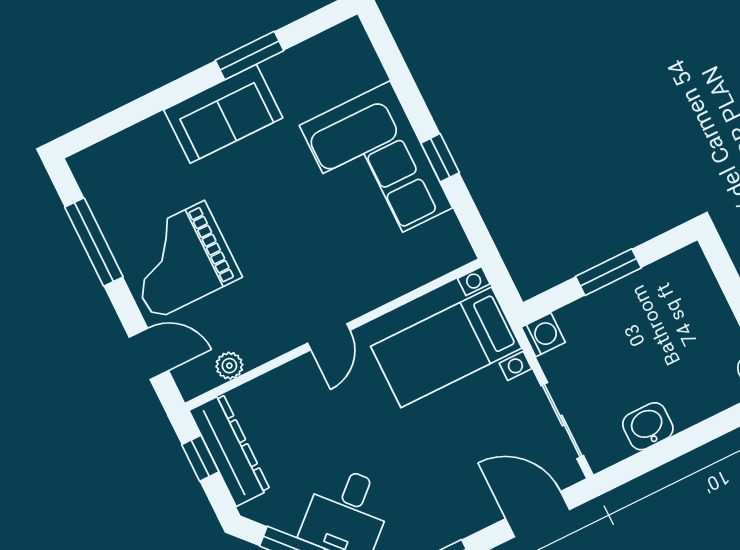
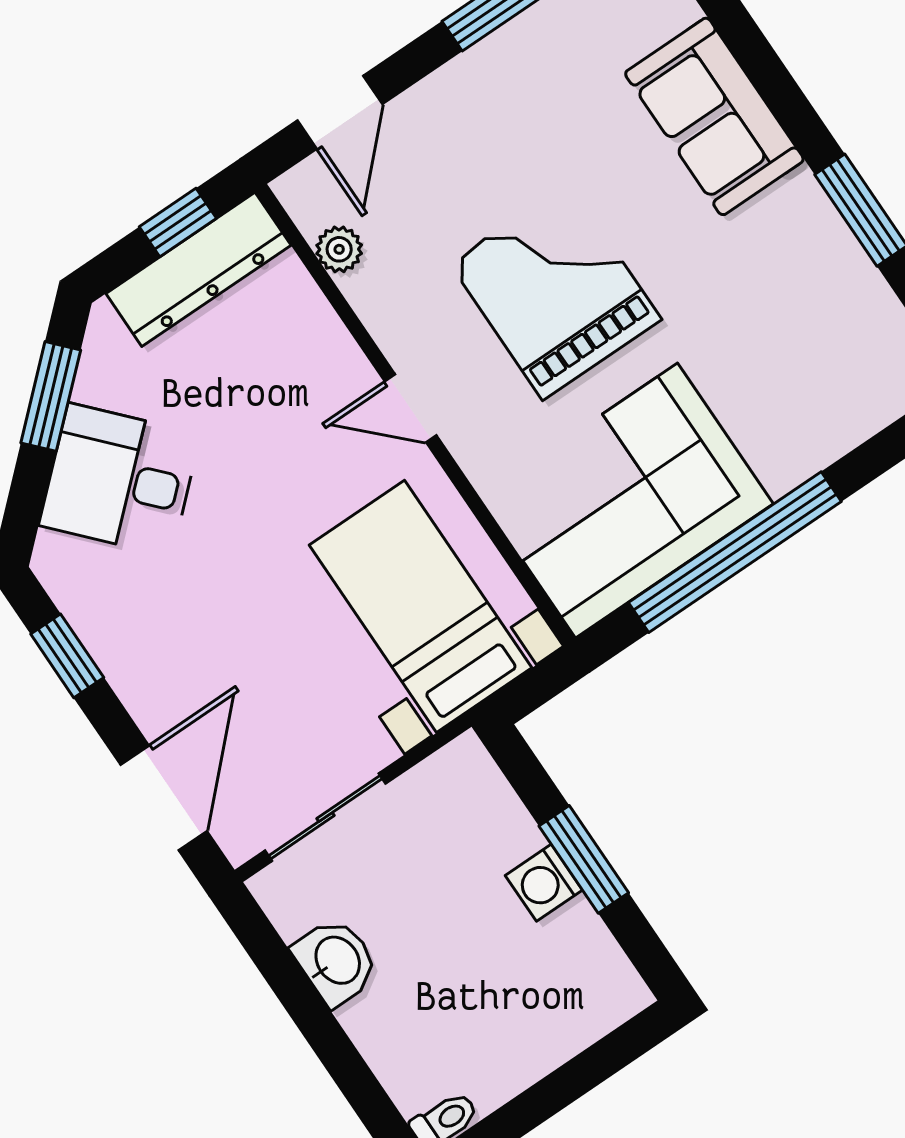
sofa: (223, 114) -> (714, 116), moved
window: (440, 158) -> (735, 552), width x3.17
corner sofa: (376, 167) -> (627, 501), moved
grand piano: (179, 260) -> (556, 291), moved
washing machine: (543, 335) -> (544, 883), moved, turned 90

